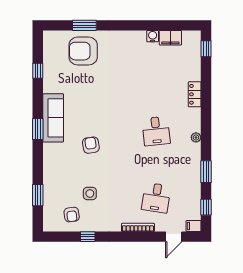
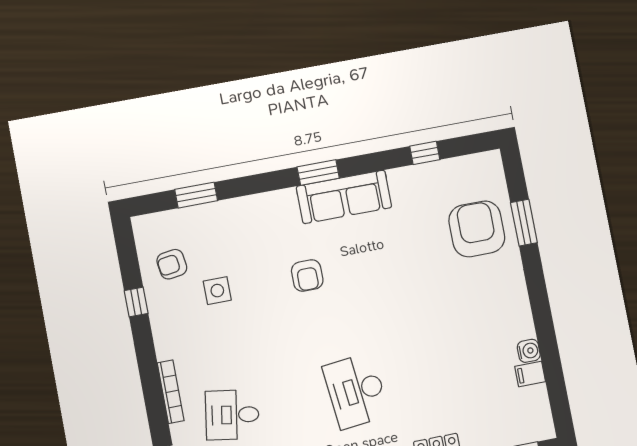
filing cabinet: (170, 38) -> (530, 374), width x0.50
desk: (156, 131) -> (356, 391), width x1.37
armchair: (91, 145) -> (307, 276), turned 99

